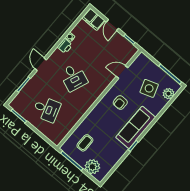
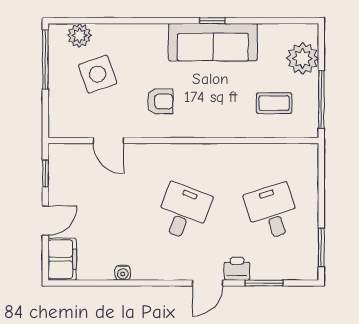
printer: (65, 46) -> (237, 269), moved
sofa: (136, 127) -> (213, 42), moved

